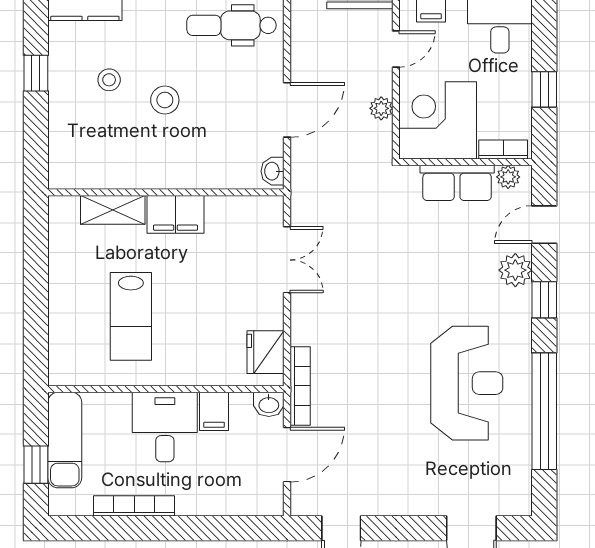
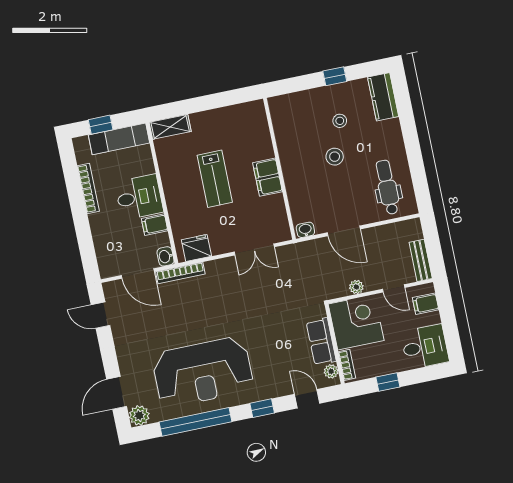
shelving: (113, 210) -> (170, 127), moved, turned 90
plant: (515, 270) -> (139, 415), moved
lab bench: (131, 316) -> (215, 179), moved, turned -90
reception desk: (467, 383) -> (203, 372), width x1.36, depth x1.30

